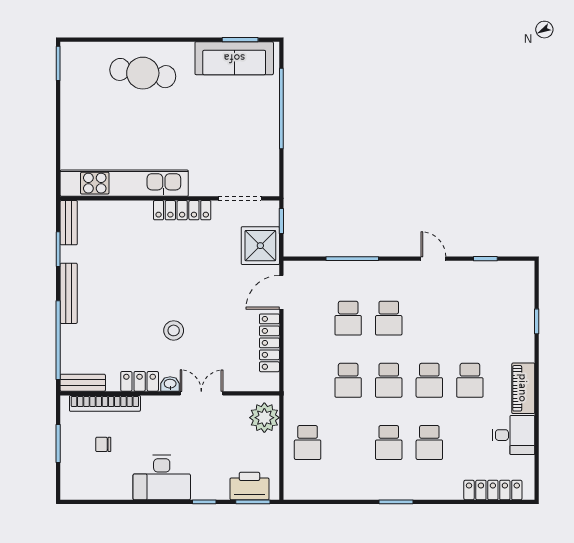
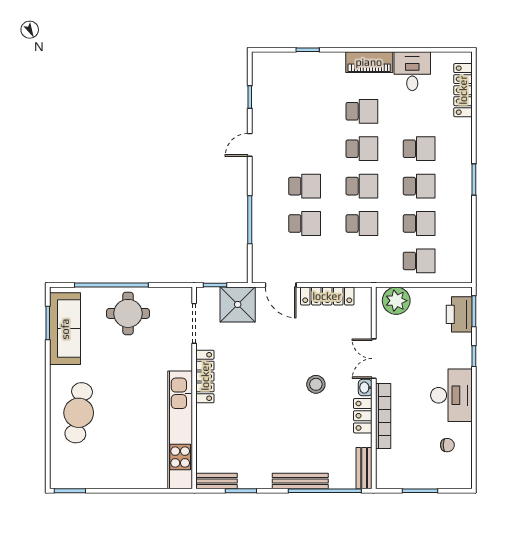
round table: (251, 127) -> (128, 313), added
bench: (69, 293) -> (300, 481), moved
bookcase: (105, 403) -> (383, 416), moved
school desk: (348, 442) -> (419, 224), added
chair: (103, 444) -> (447, 445), moved, turned -90

